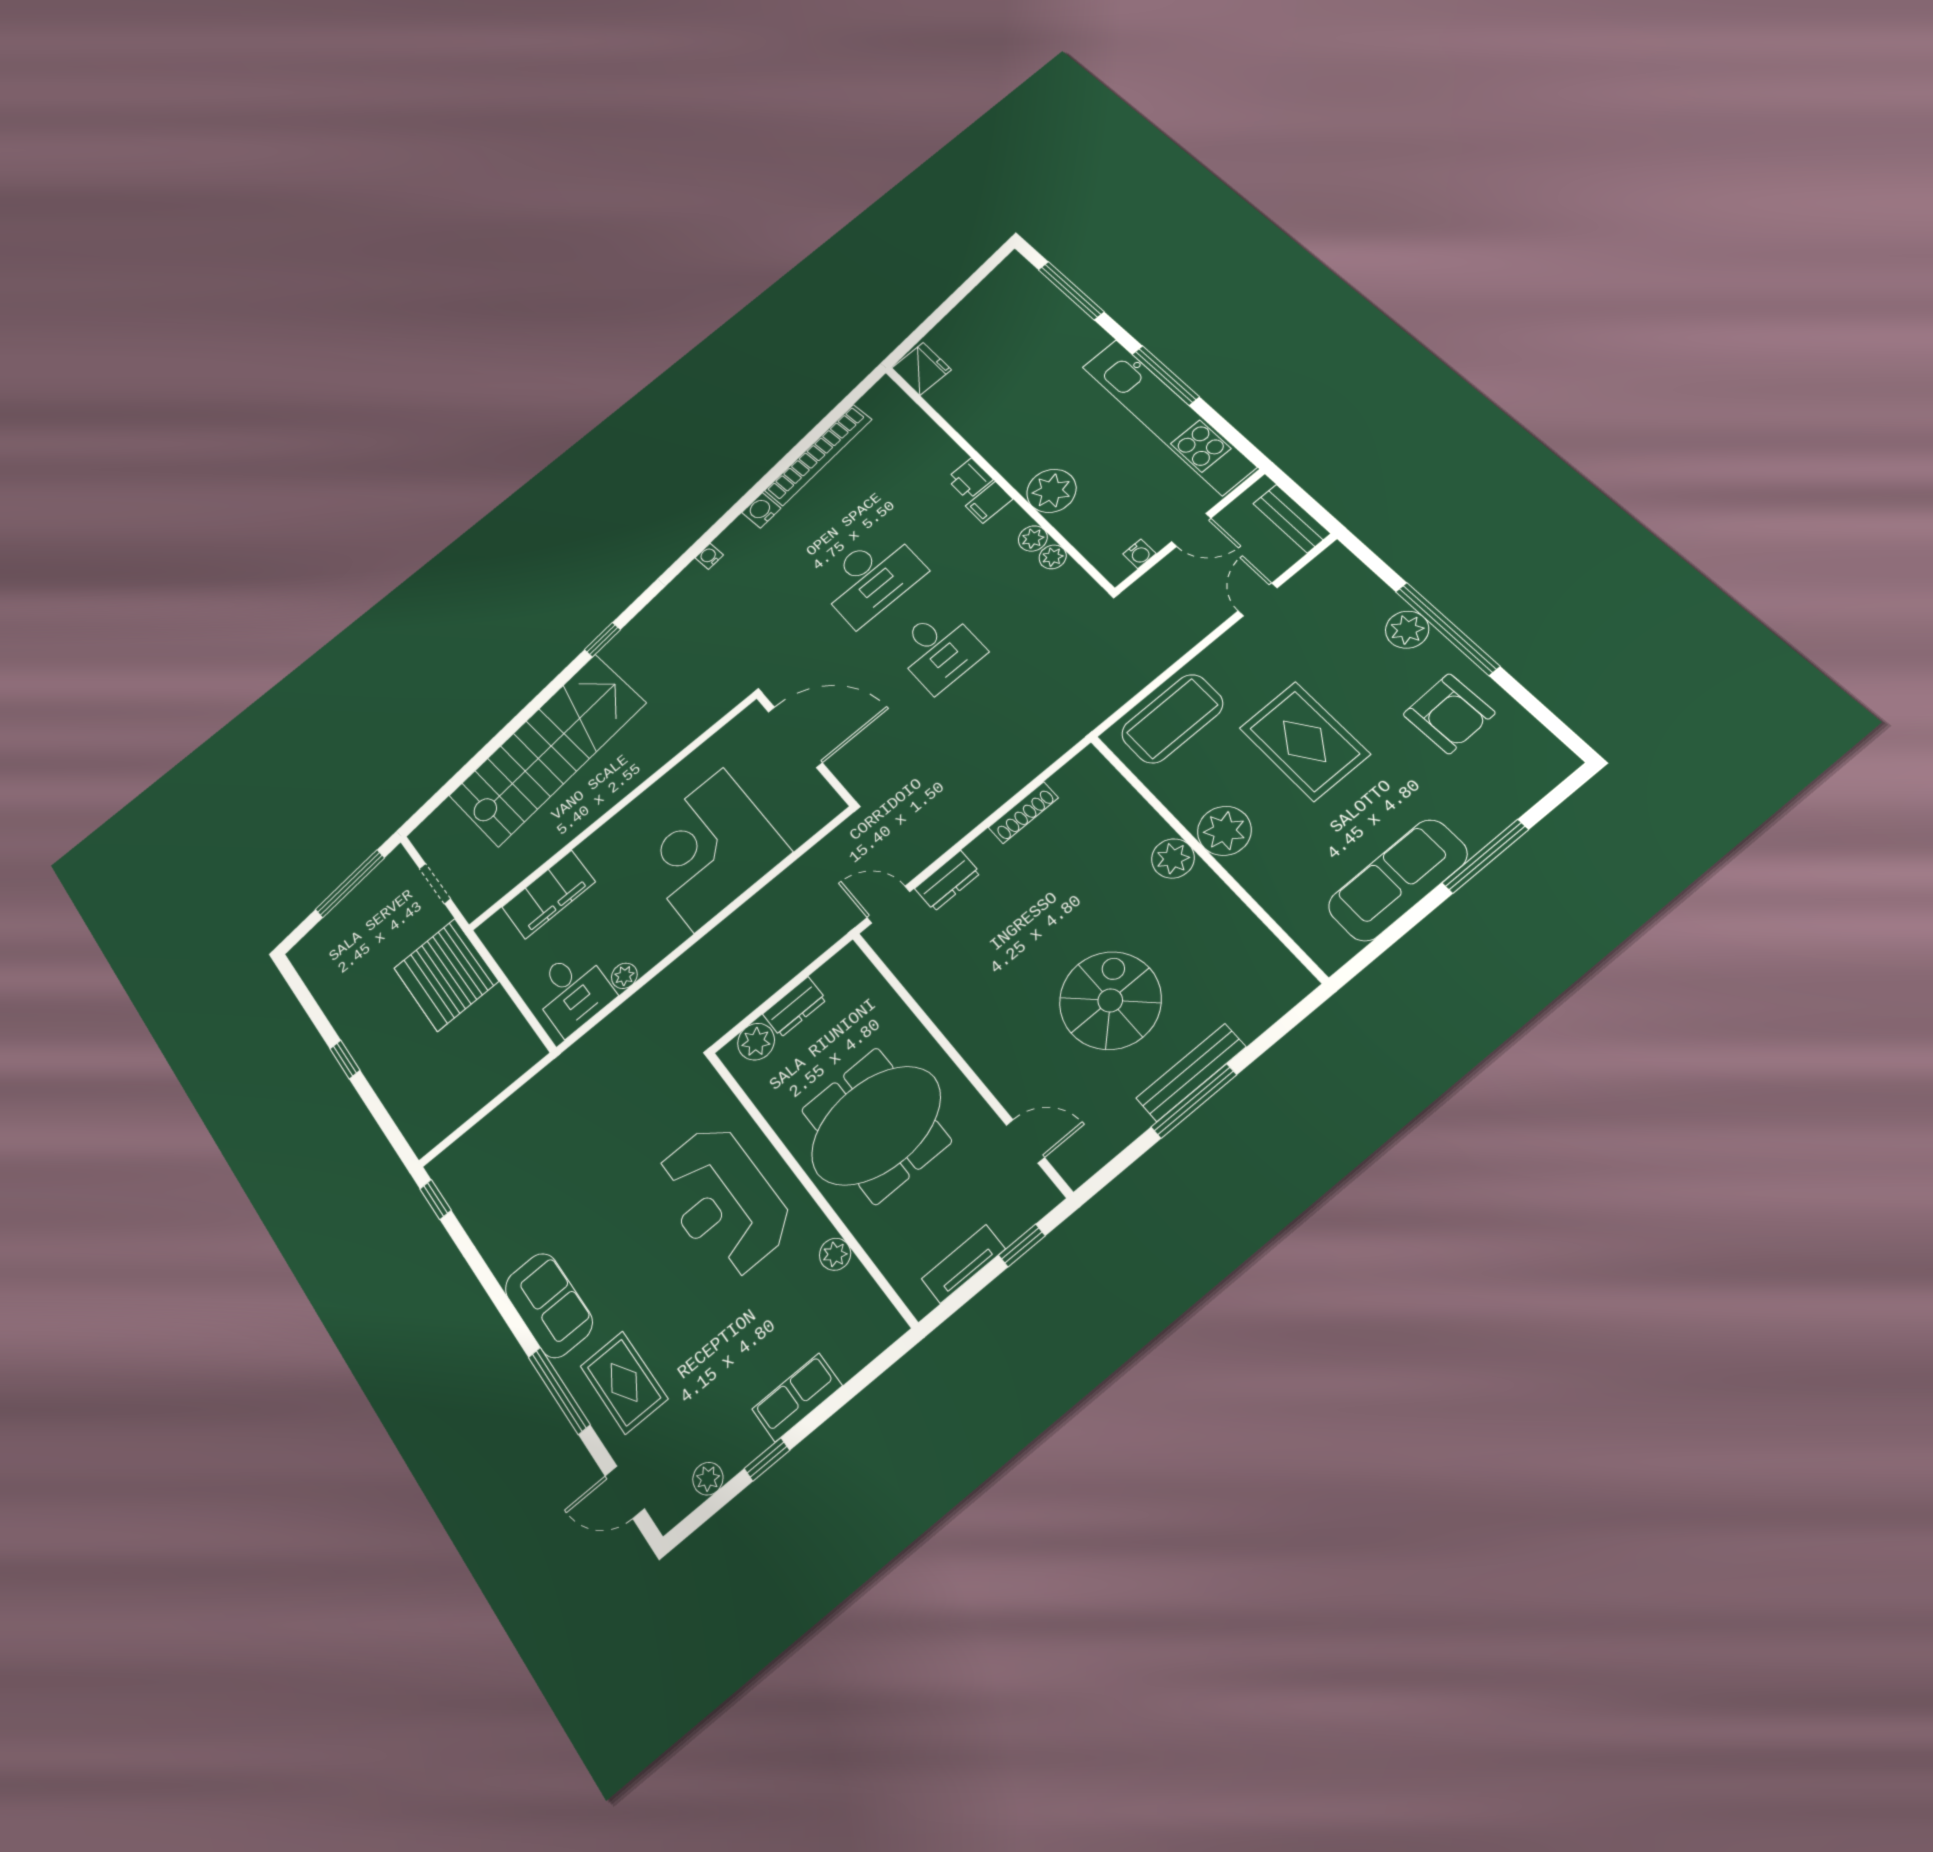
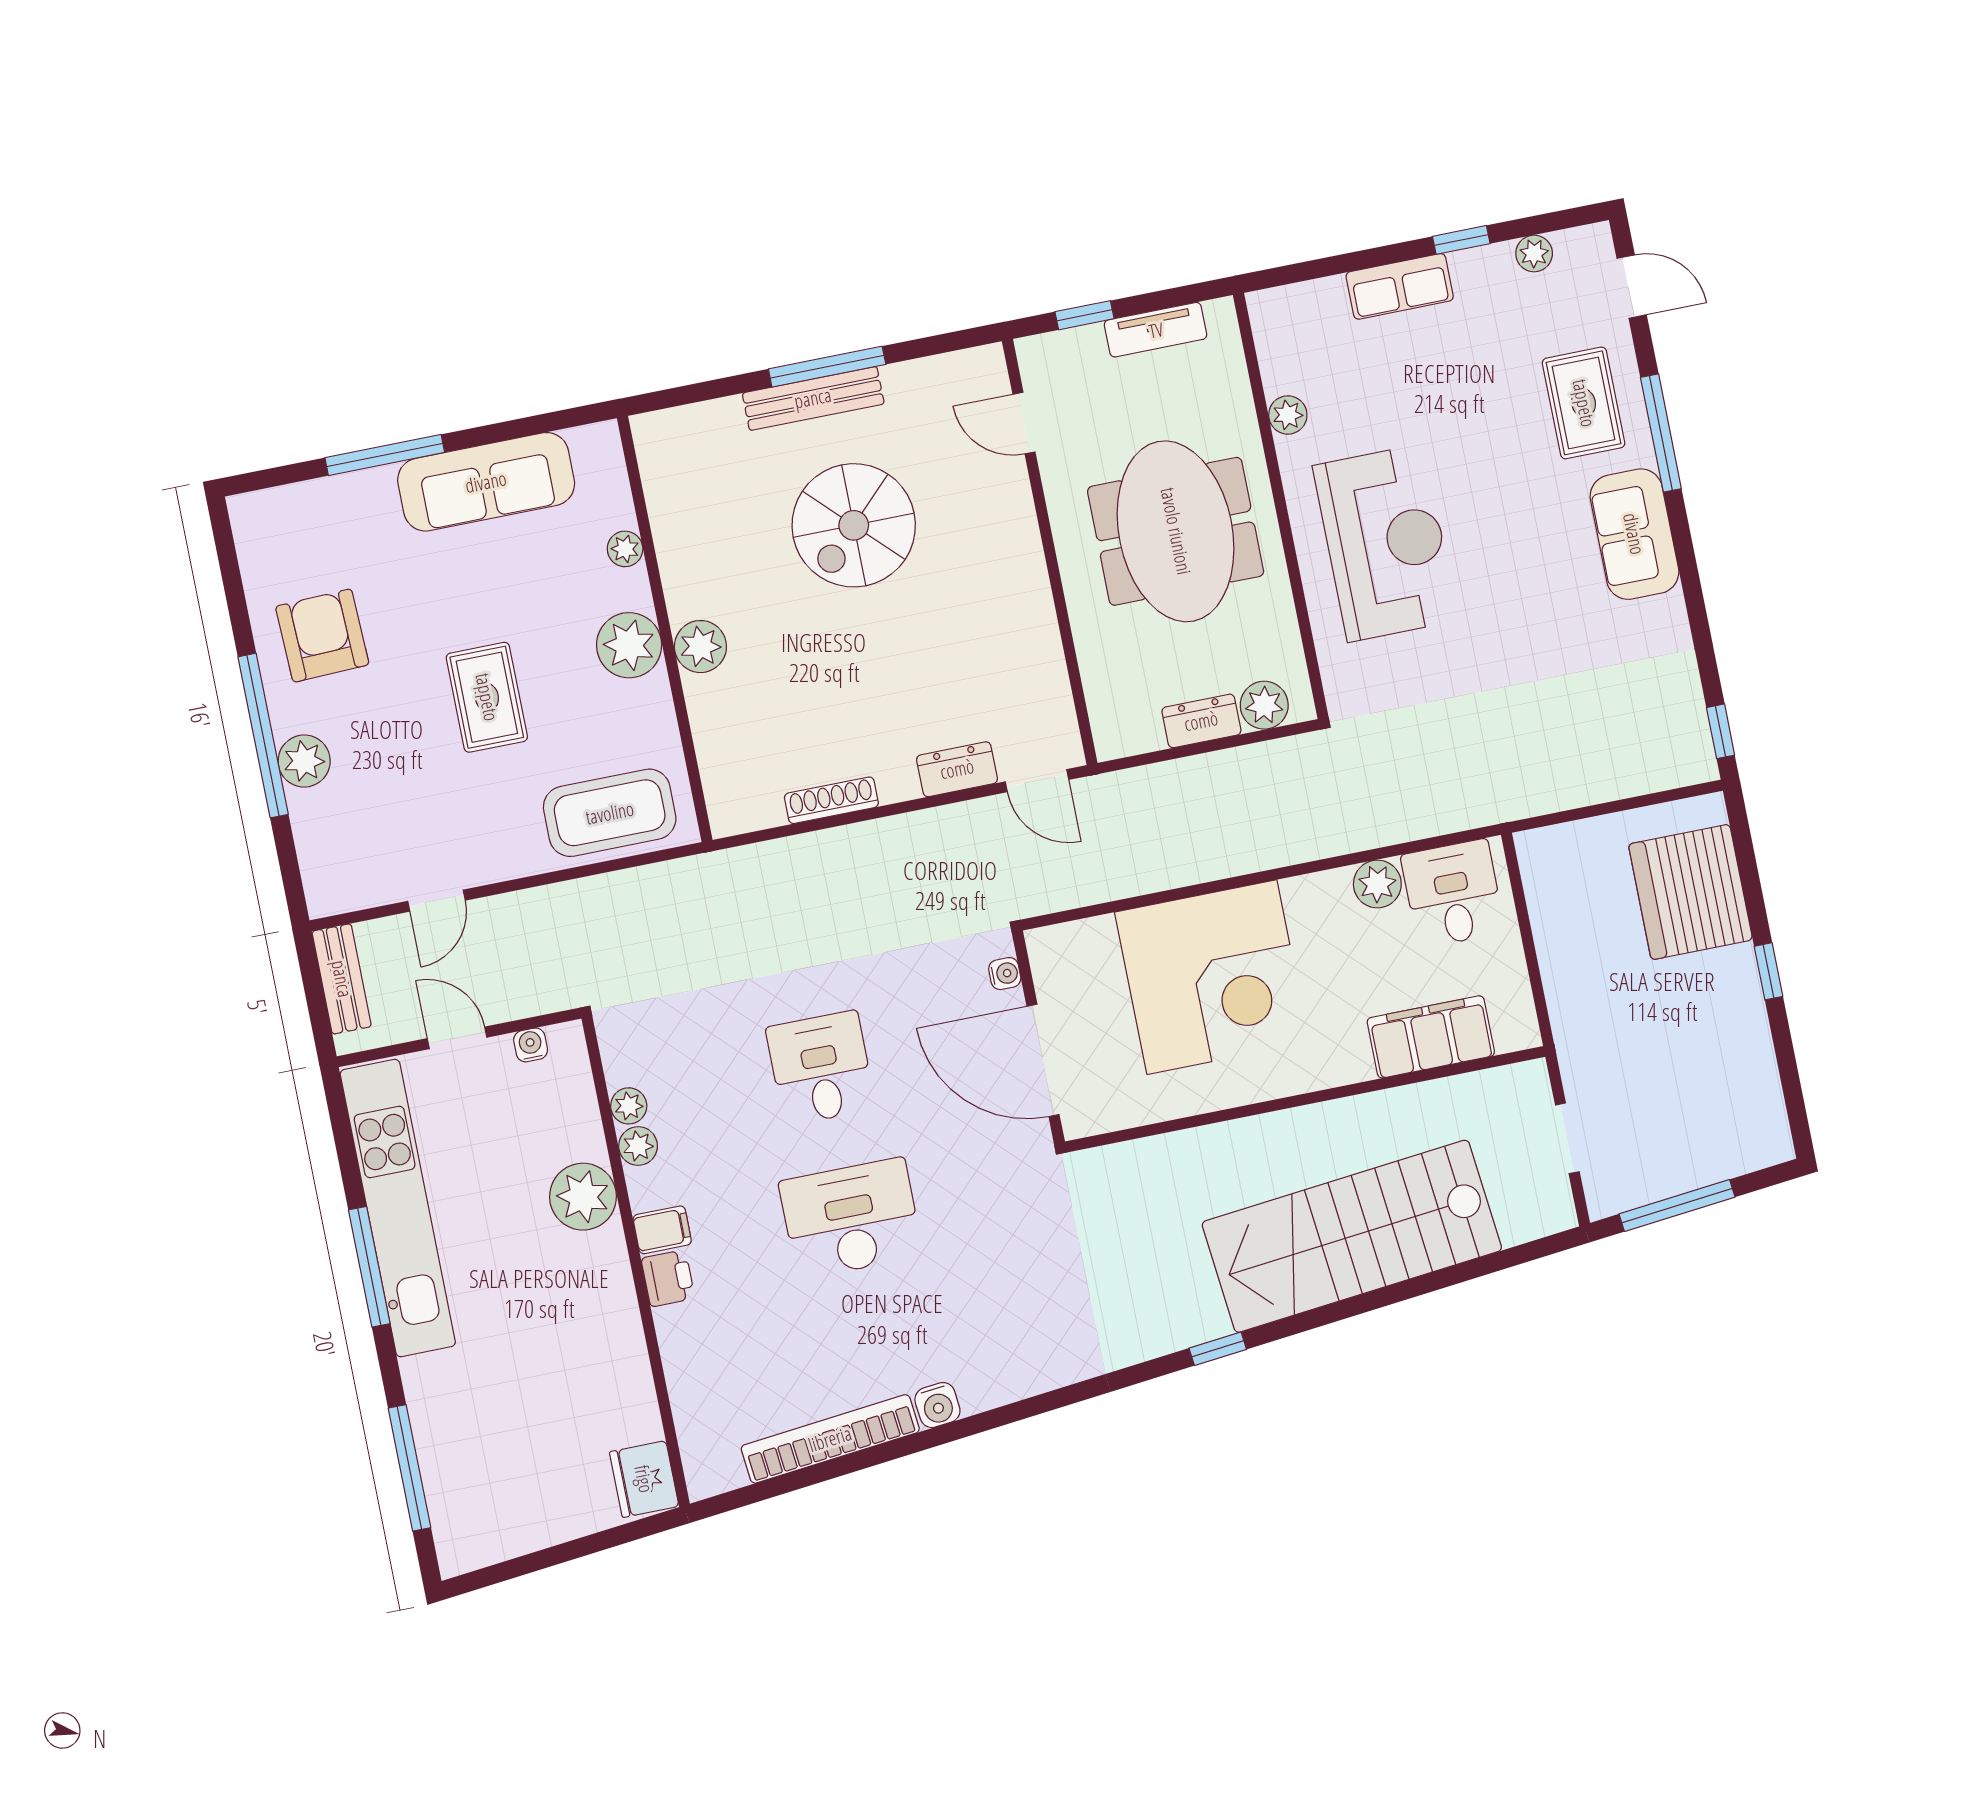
water cooler: (709, 556) -> (1005, 974), moved, turned -84
rug: (1305, 741) -> (487, 697), width x0.73, depth x0.70
plant: (1267, 892) -> (625, 549), added
server rack: (446, 975) -> (1690, 892), moved, turned 180
plant: (624, 976) -> (1377, 884), width x1.38, depth x1.38
meeting table: (876, 1126) -> (1176, 531), turned 90

